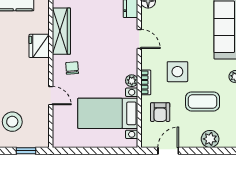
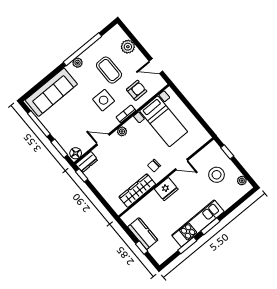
door: (139, 39) -> (103, 140), hinge flipped
fridge: (39, 46) -> (166, 189), moved
plant: (132, 81) -> (122, 131), moved
door: (51, 96) -> (182, 165), swing flipped

